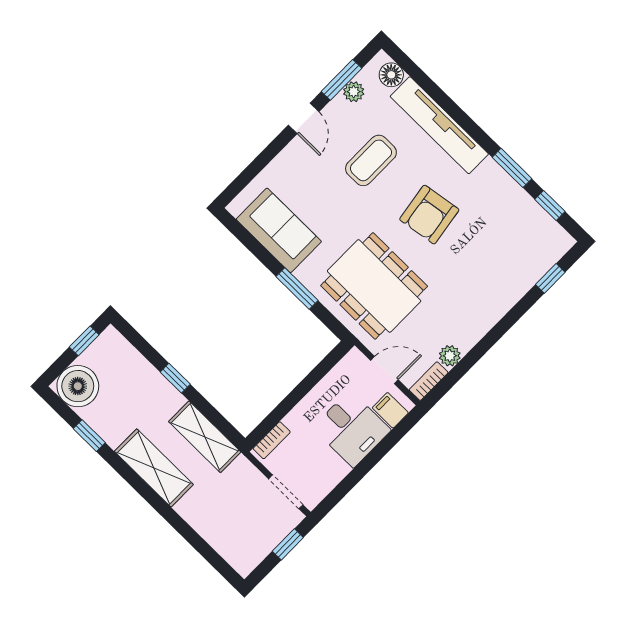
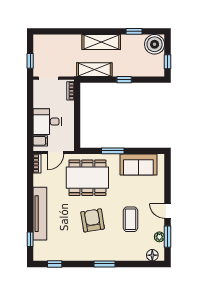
tv unit: (439, 125) -> (40, 214), moved, turned 90
window: (512, 168) -> (104, 264), moved
plant: (450, 356) -> (38, 179), removed

